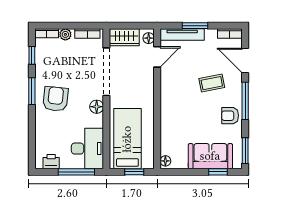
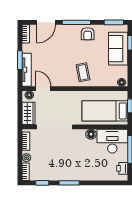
coffee table: (212, 83) -> (83, 72), moved
armchair: (55, 99) -> (75, 165), removed
floor lamp: (97, 107) -> (91, 134), moved

